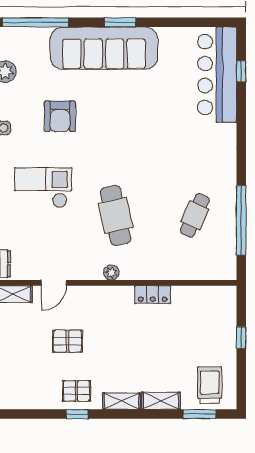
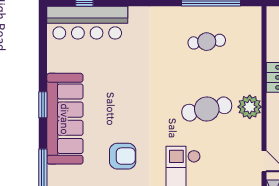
cafe table: (195, 215) -> (207, 42), turned -30
plant: (111, 273) -> (250, 107), width x1.87, depth x1.87

